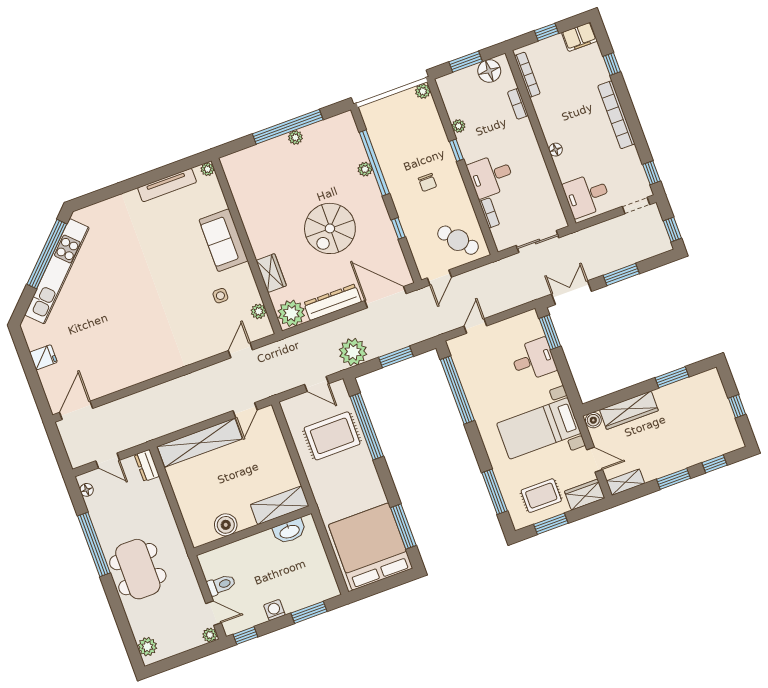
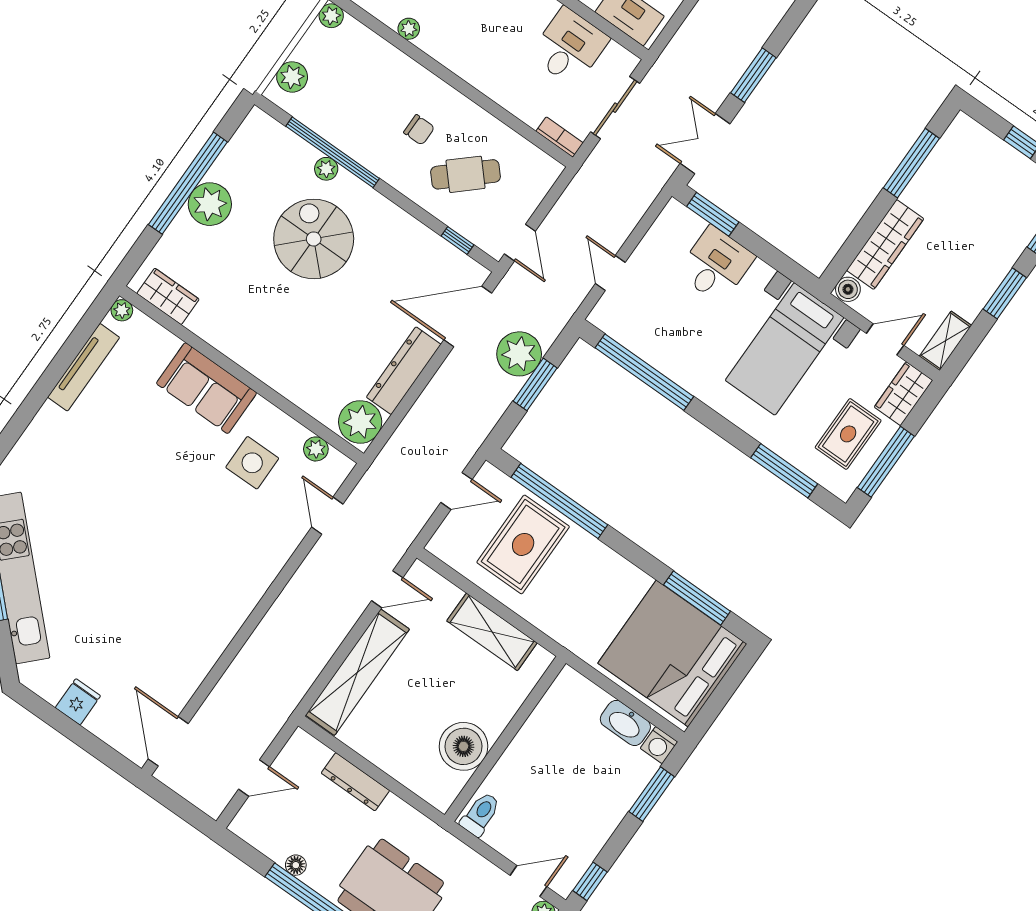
plant: (380, 109) -> (292, 77), added
plant: (295, 137) -> (210, 204), width x1.88, depth x1.88
window: (456, 150) -> (428, 62), removed
desk: (491, 176) -> (569, 47), moved, turned 180
bookcase: (489, 213) -> (560, 137), moved
spiral stairs: (330, 228) -> (314, 239), moved, turned 180
window: (398, 228) -> (457, 240), moved
cafe table: (458, 240) -> (466, 174), moved
wardrobe: (271, 273) -> (168, 296), moved
side table: (220, 296) -> (252, 463), width x1.87, depth x1.87
plant: (353, 352) -> (519, 354), moved
window: (672, 377) -> (911, 163), width x1.44
door: (245, 410) -> (387, 589), hinge flipped
dresser: (147, 466) -> (355, 782), moved, width x1.44
floor lamp: (87, 490) -> (296, 865), moved
shelving: (280, 505) -> (492, 632), moved, turned 90
window: (551, 524) -> (886, 462), width x1.44
boiler: (226, 525) -> (464, 746), width x1.37, depth x1.37
washbasin: (289, 531) -> (625, 723), moved, turned 90
toilet: (221, 585) -> (480, 814), moved
washing machine: (274, 610) -> (659, 745), moved, turned -90

